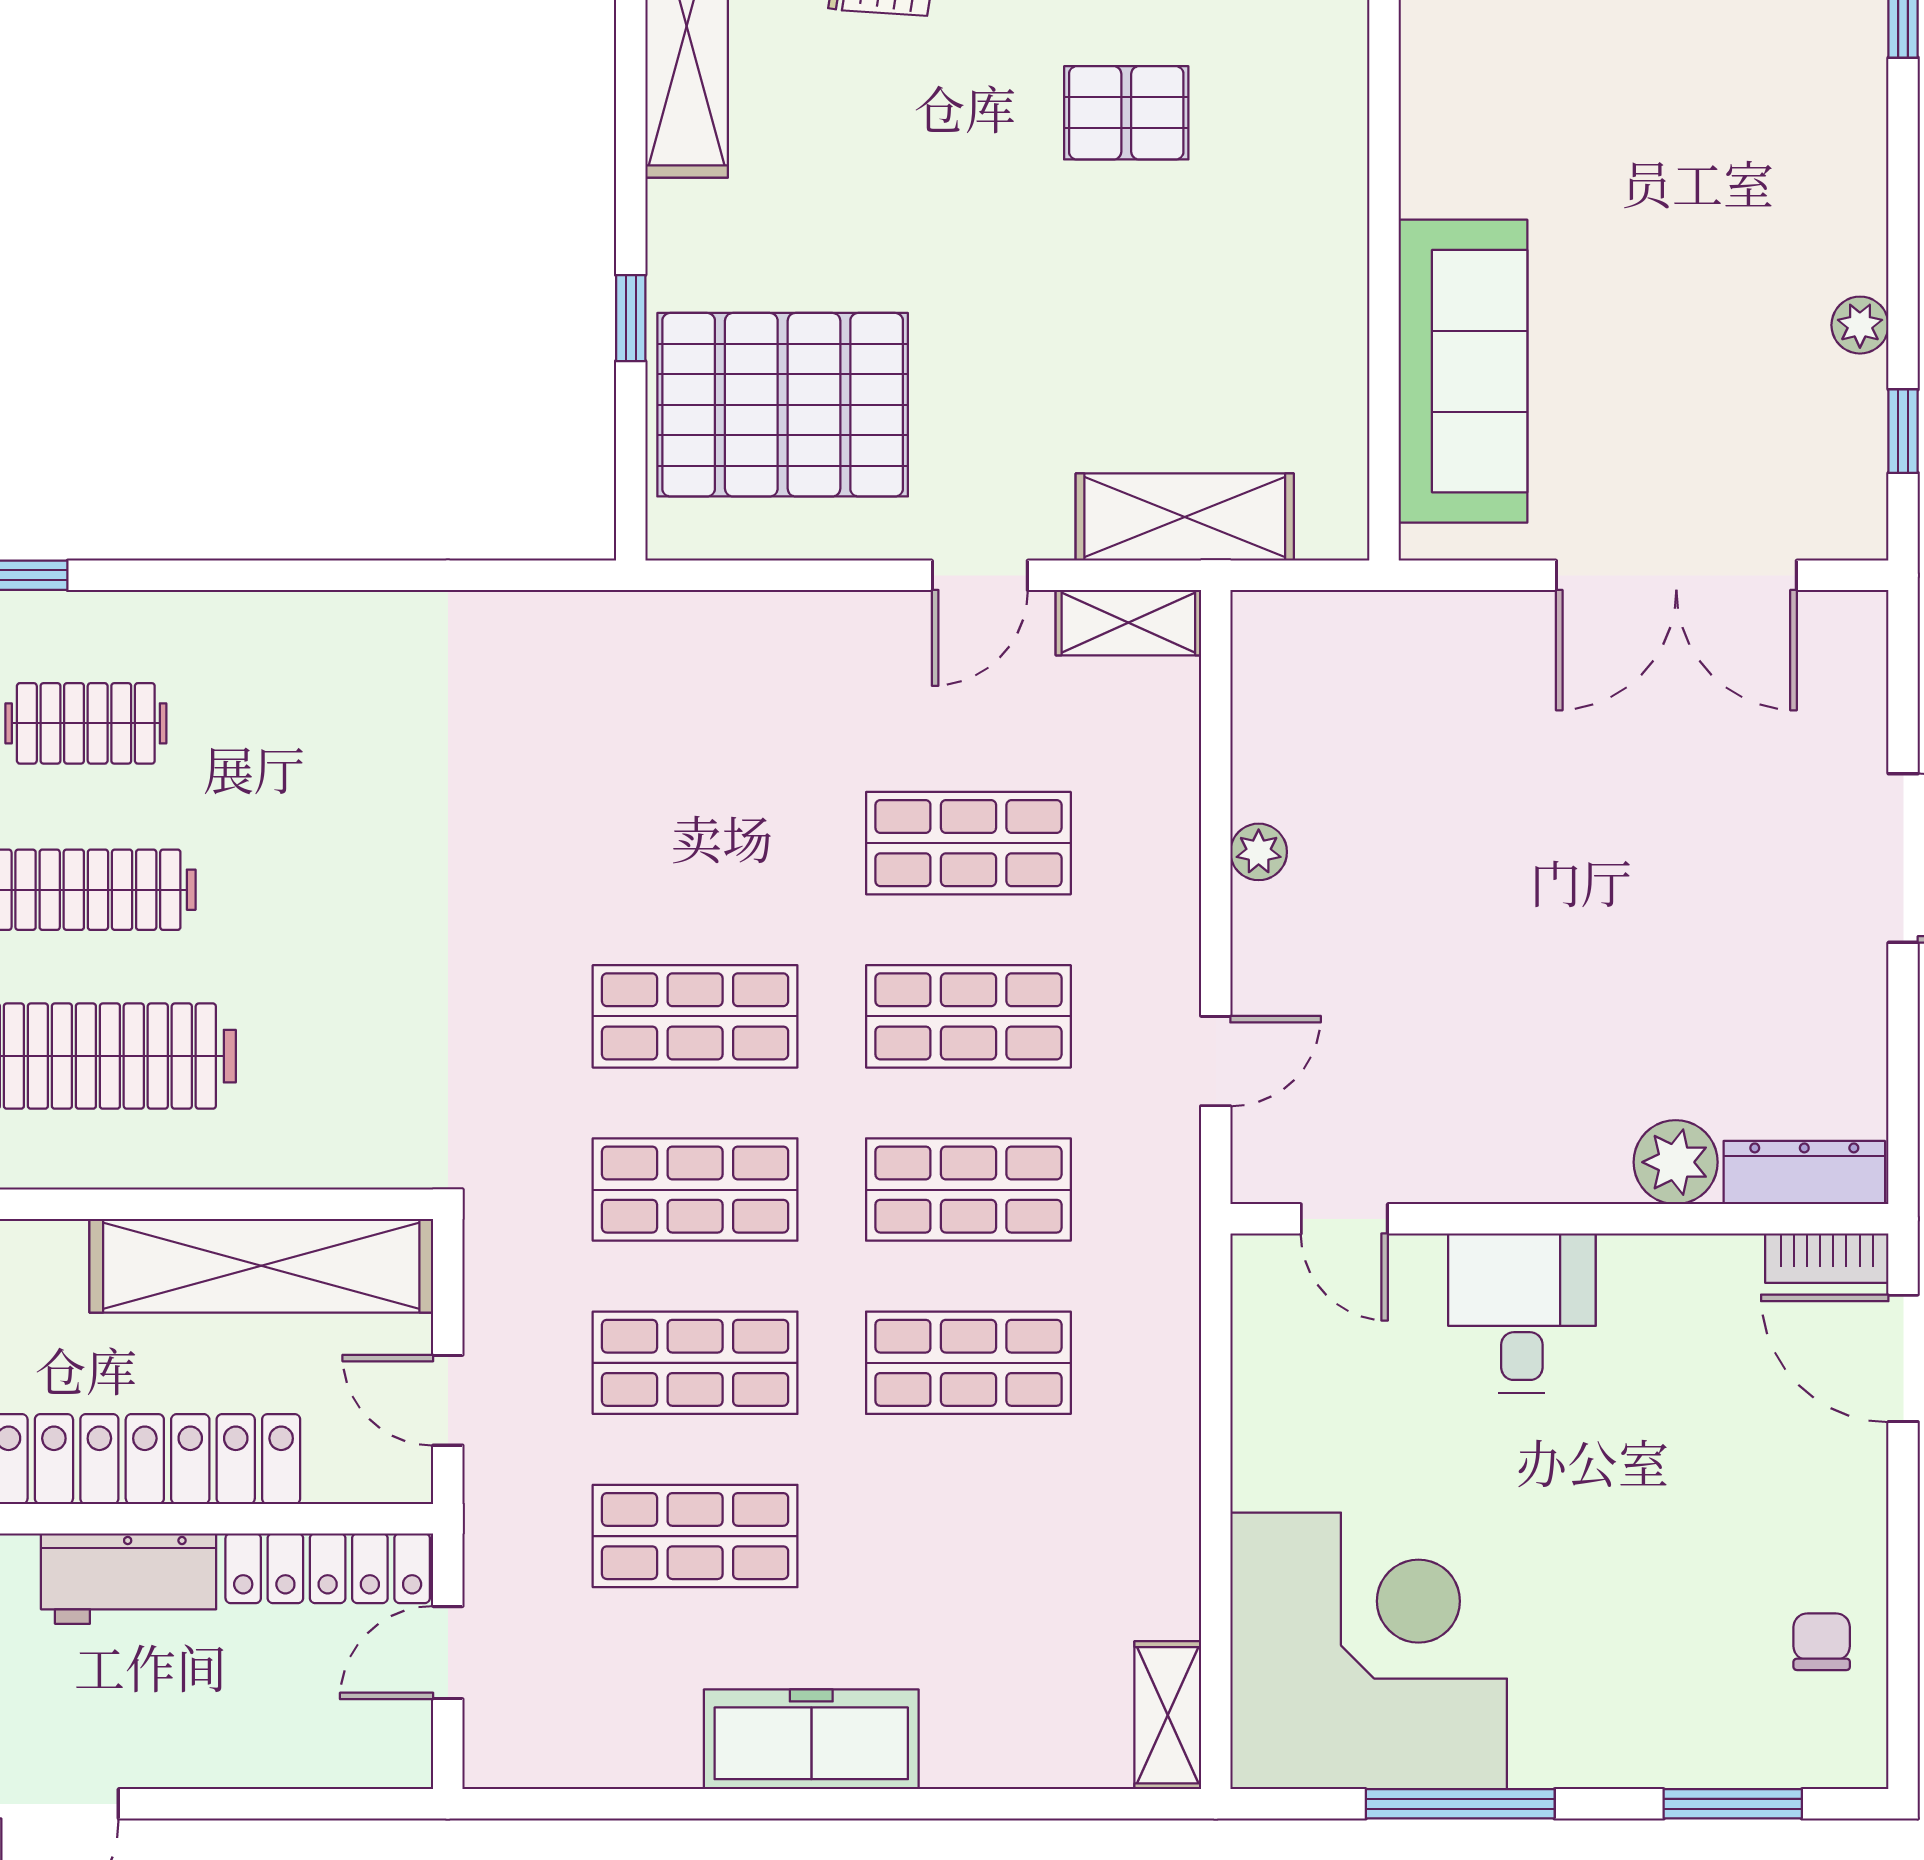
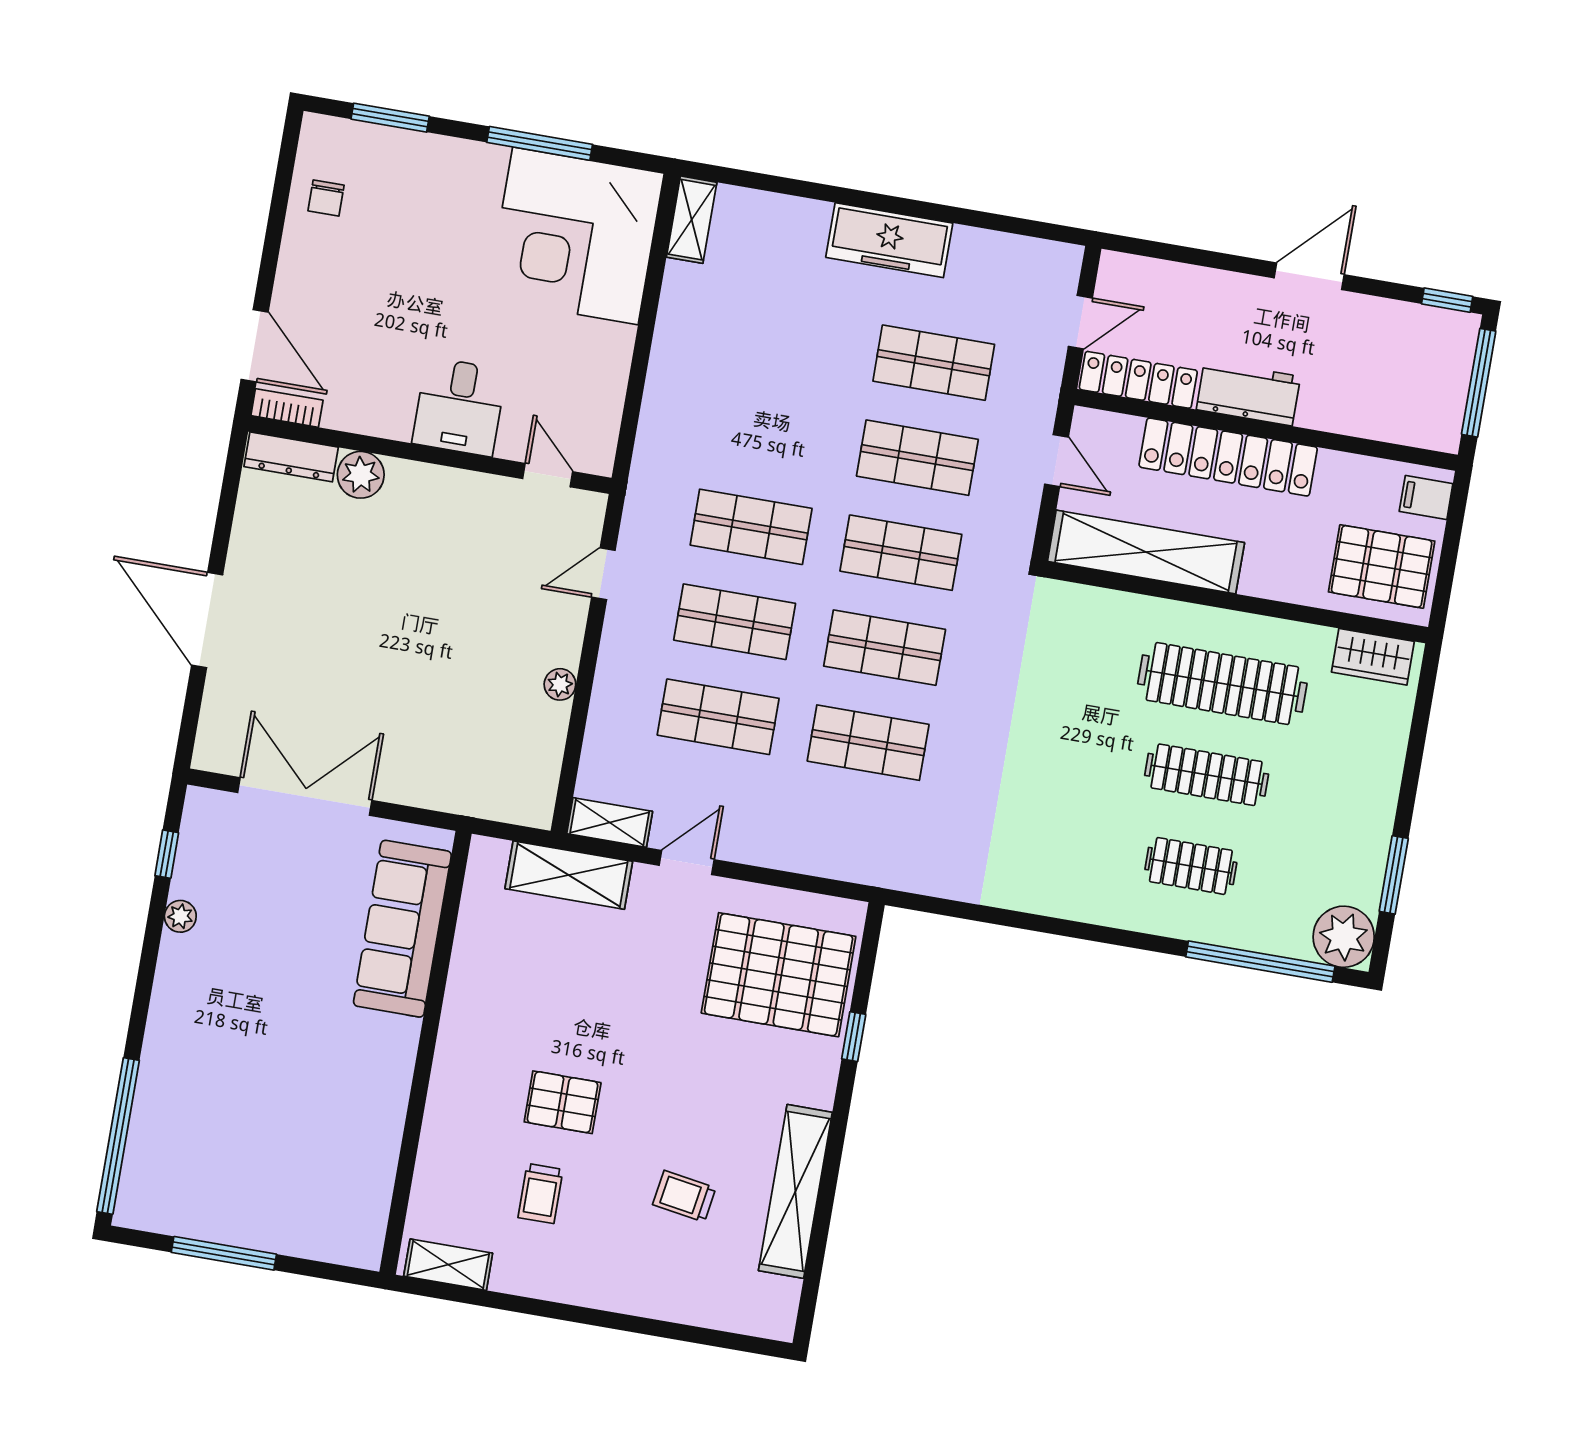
shop shelf: (968, 1363) -> (868, 743), moved

